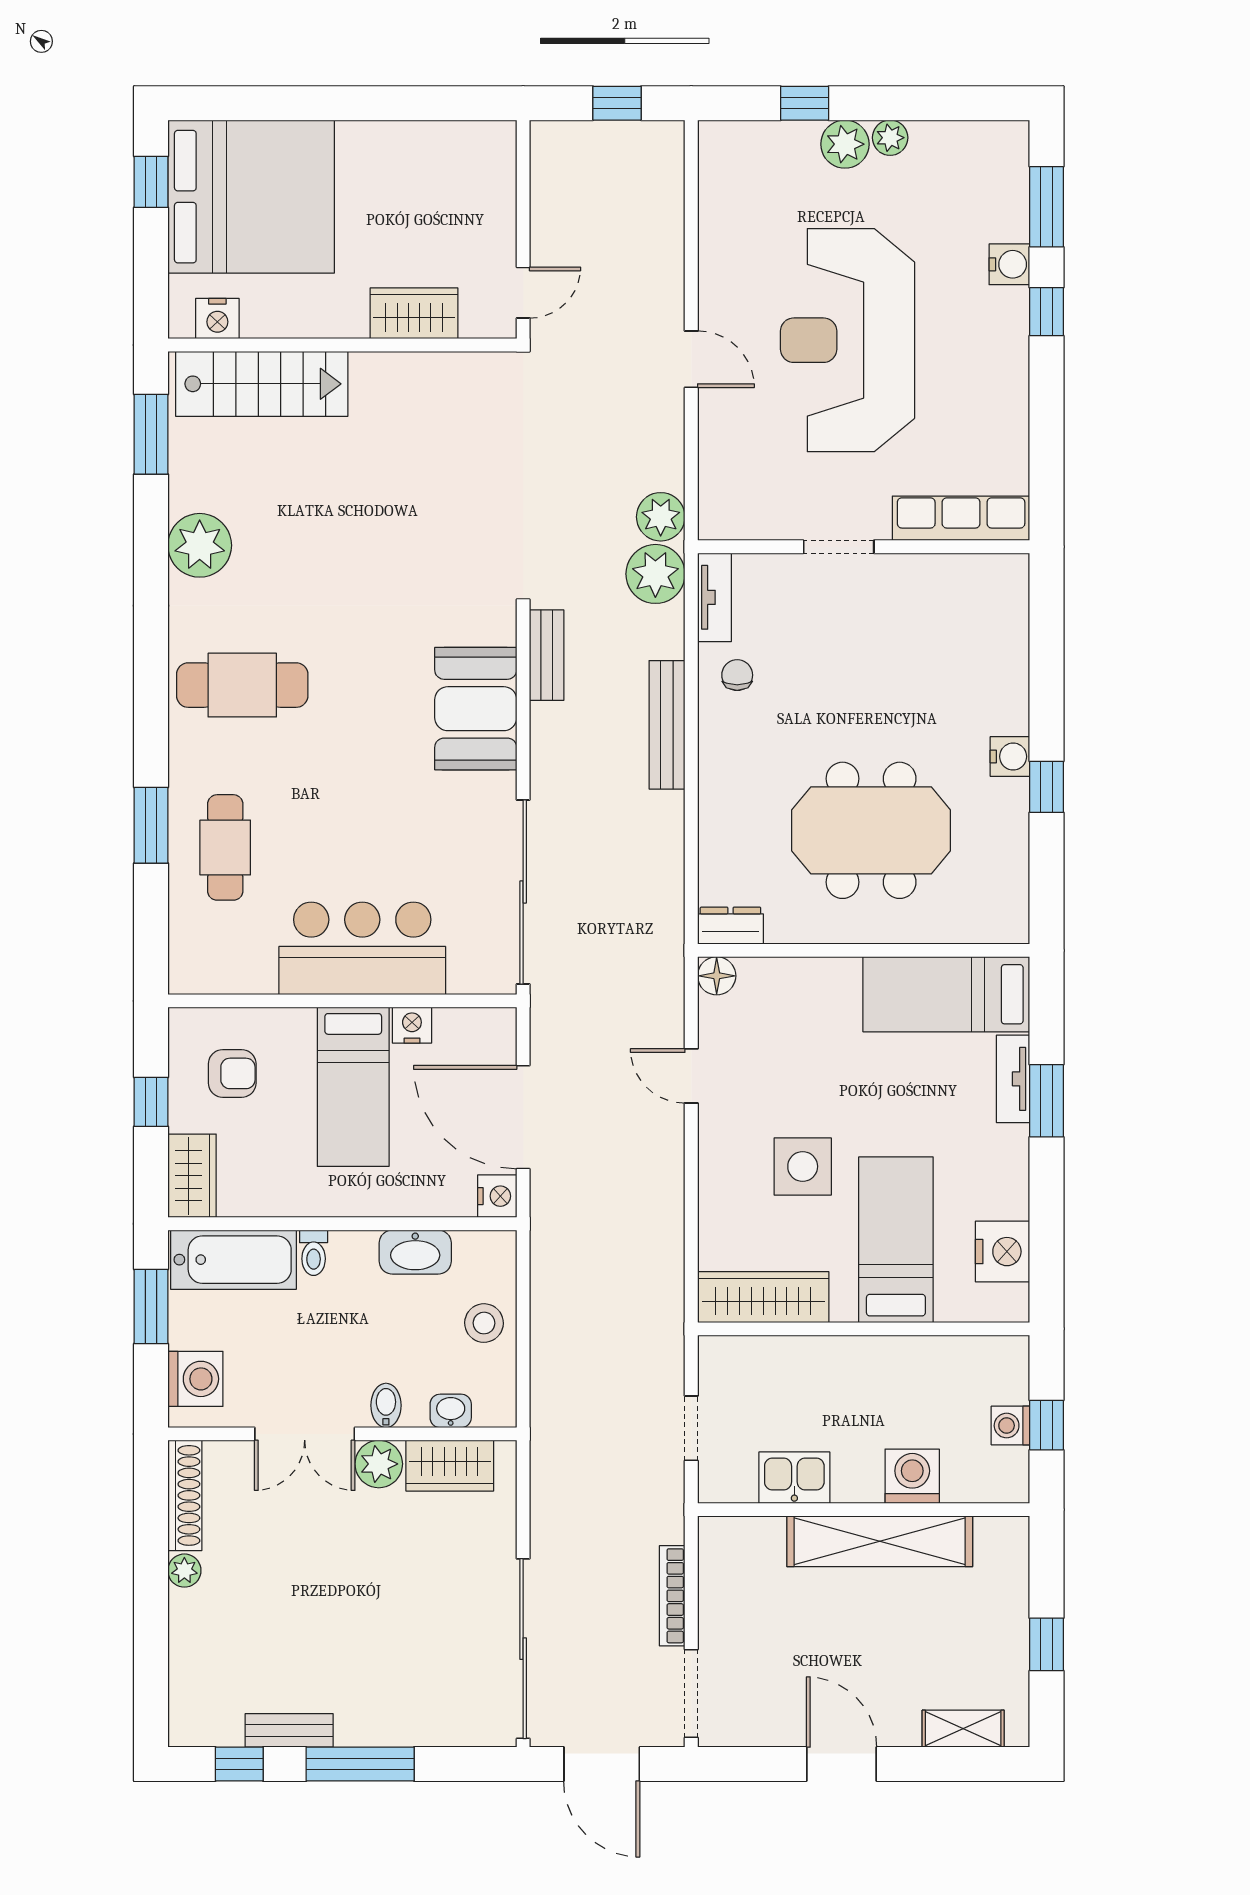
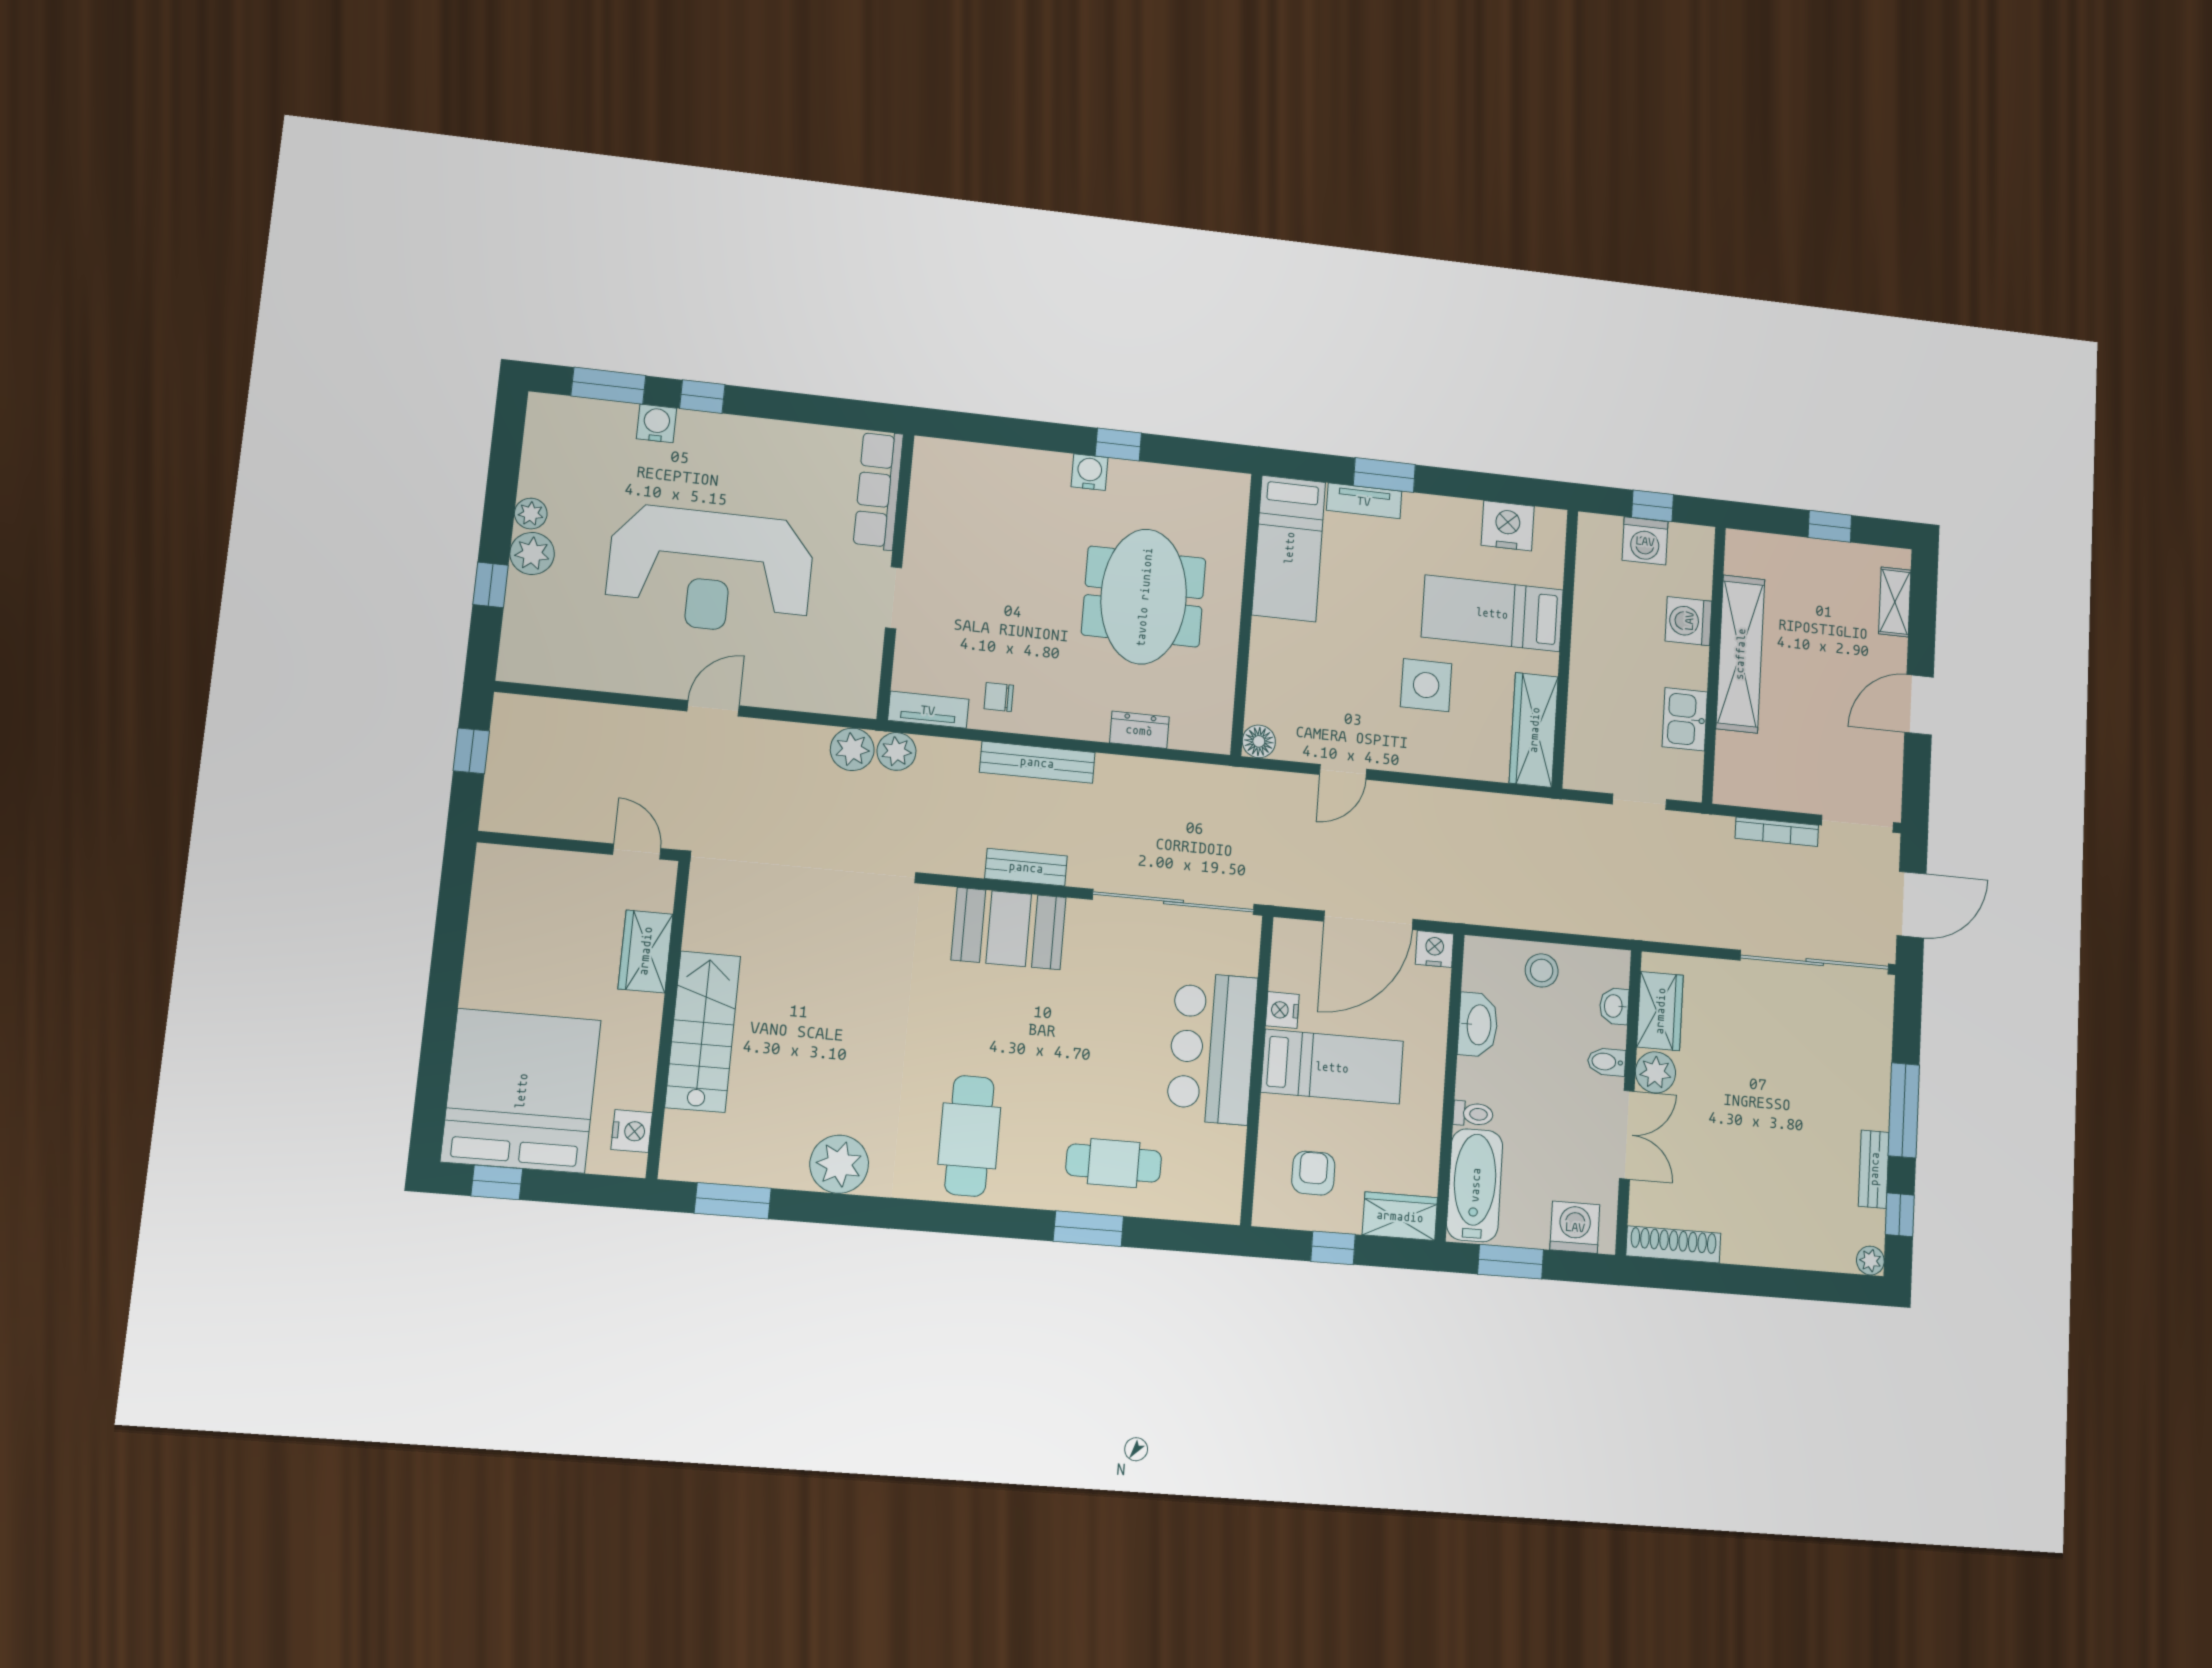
stairs: (262, 384) -> (703, 1032), moved
plant: (655, 574) -> (896, 751), width x0.73, depth x0.73
bench: (547, 655) -> (1026, 867), moved
dresser: (730, 926) -> (1139, 730), moved, turned 90
washing machine: (1010, 1426) -> (1645, 541), width x1.38, depth x1.38
plant: (184, 1571) -> (1870, 1261), moved

